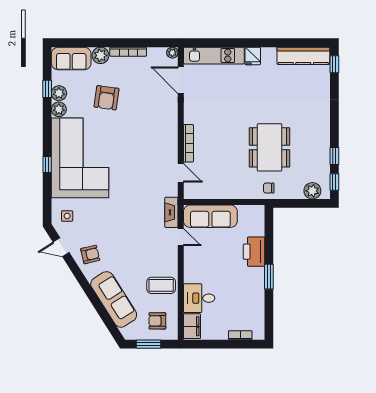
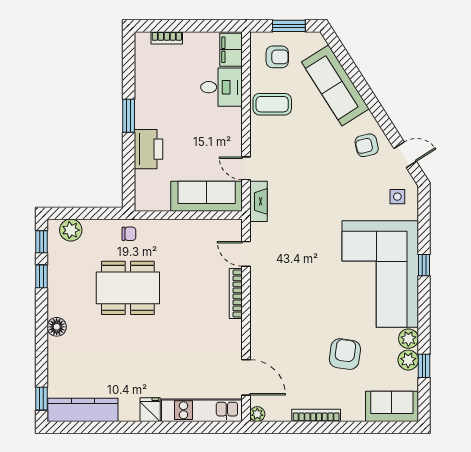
plant: (100, 55) -> (353, 410), removed
floor lamp: (323, 118) -> (57, 327), added
dining table: (269, 147) -> (128, 288), turned 90

